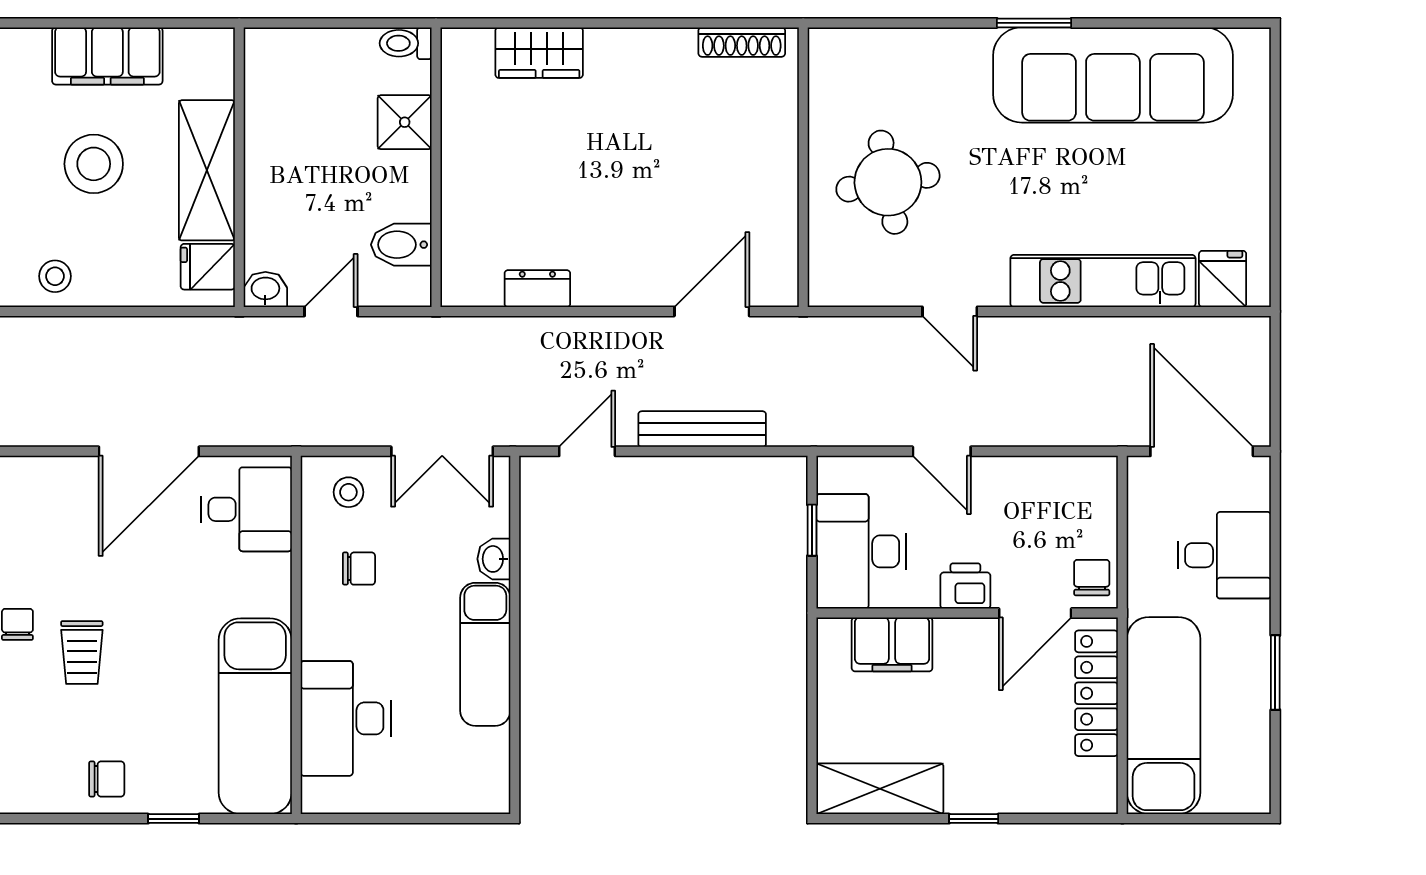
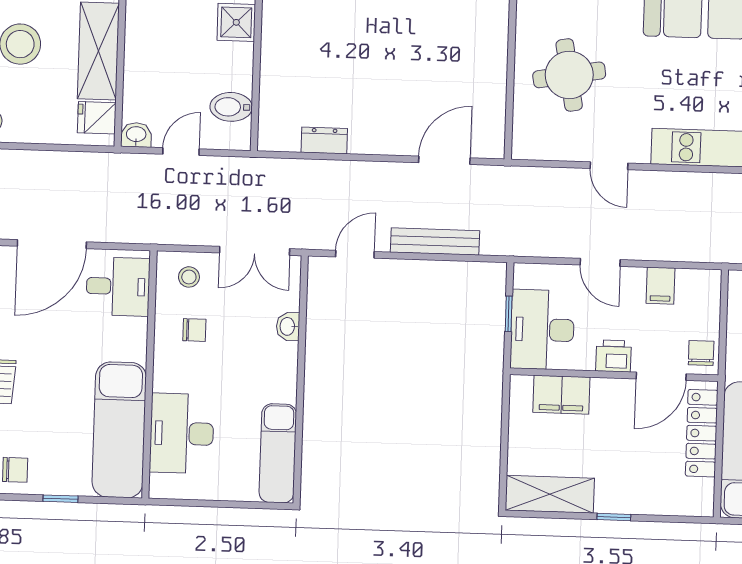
filing cabinet: (1030, 482) -> (660, 286), added
exam couch: (485, 654) -> (278, 453), moved

